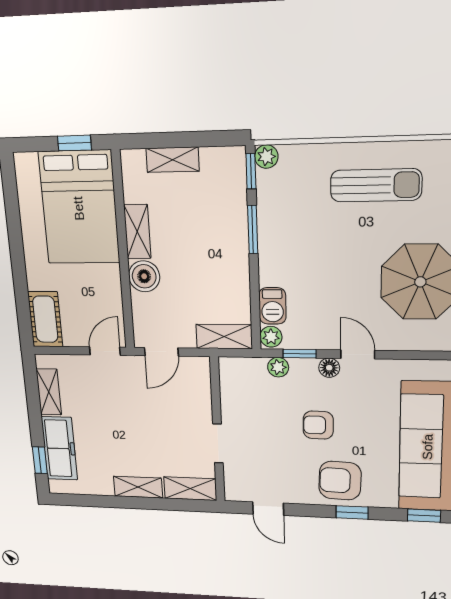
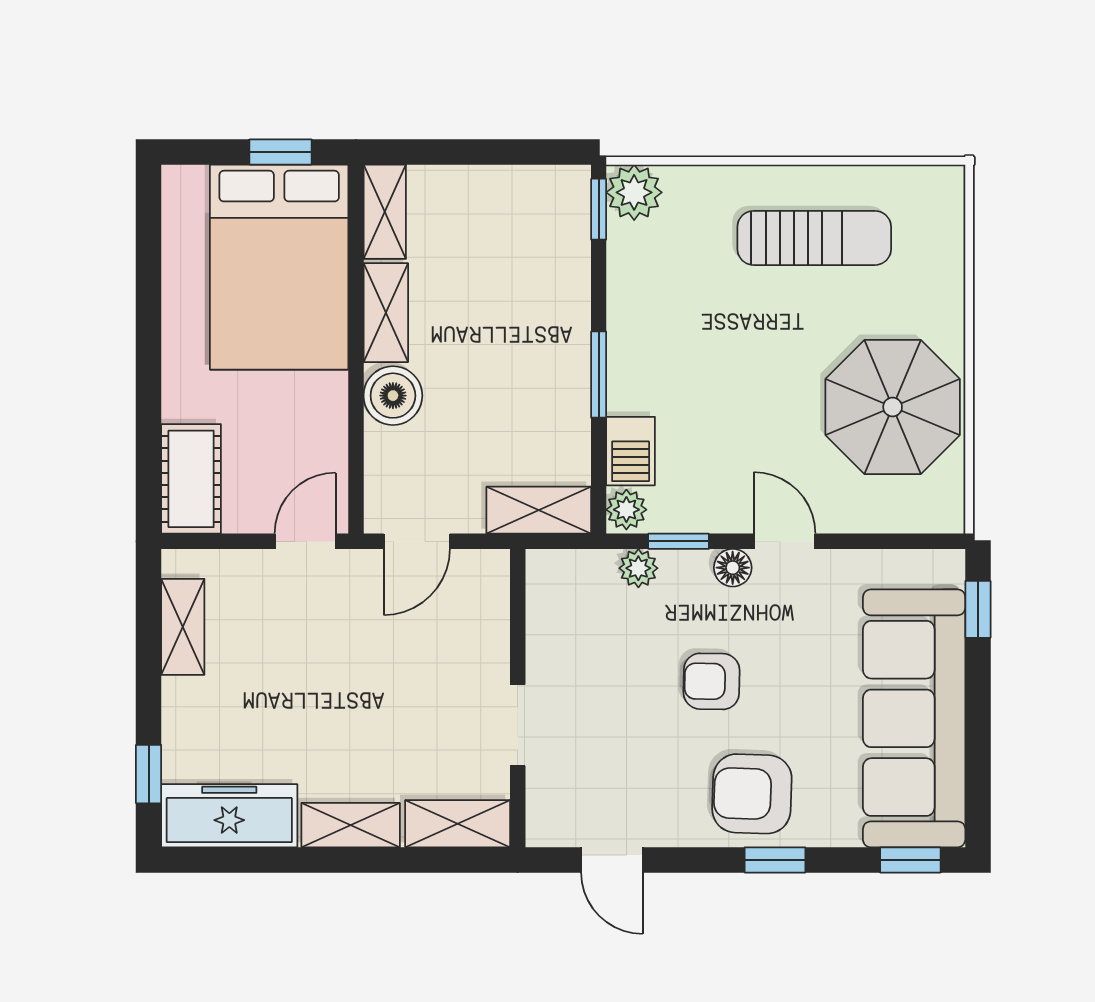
plant: (266, 157) -> (634, 192), width x1.38, depth x1.38
shelving: (173, 160) -> (385, 212), moved, turned 90
window: (253, 230) -> (599, 375), moved
freezer: (59, 448) -> (229, 816), moved, turned -90

